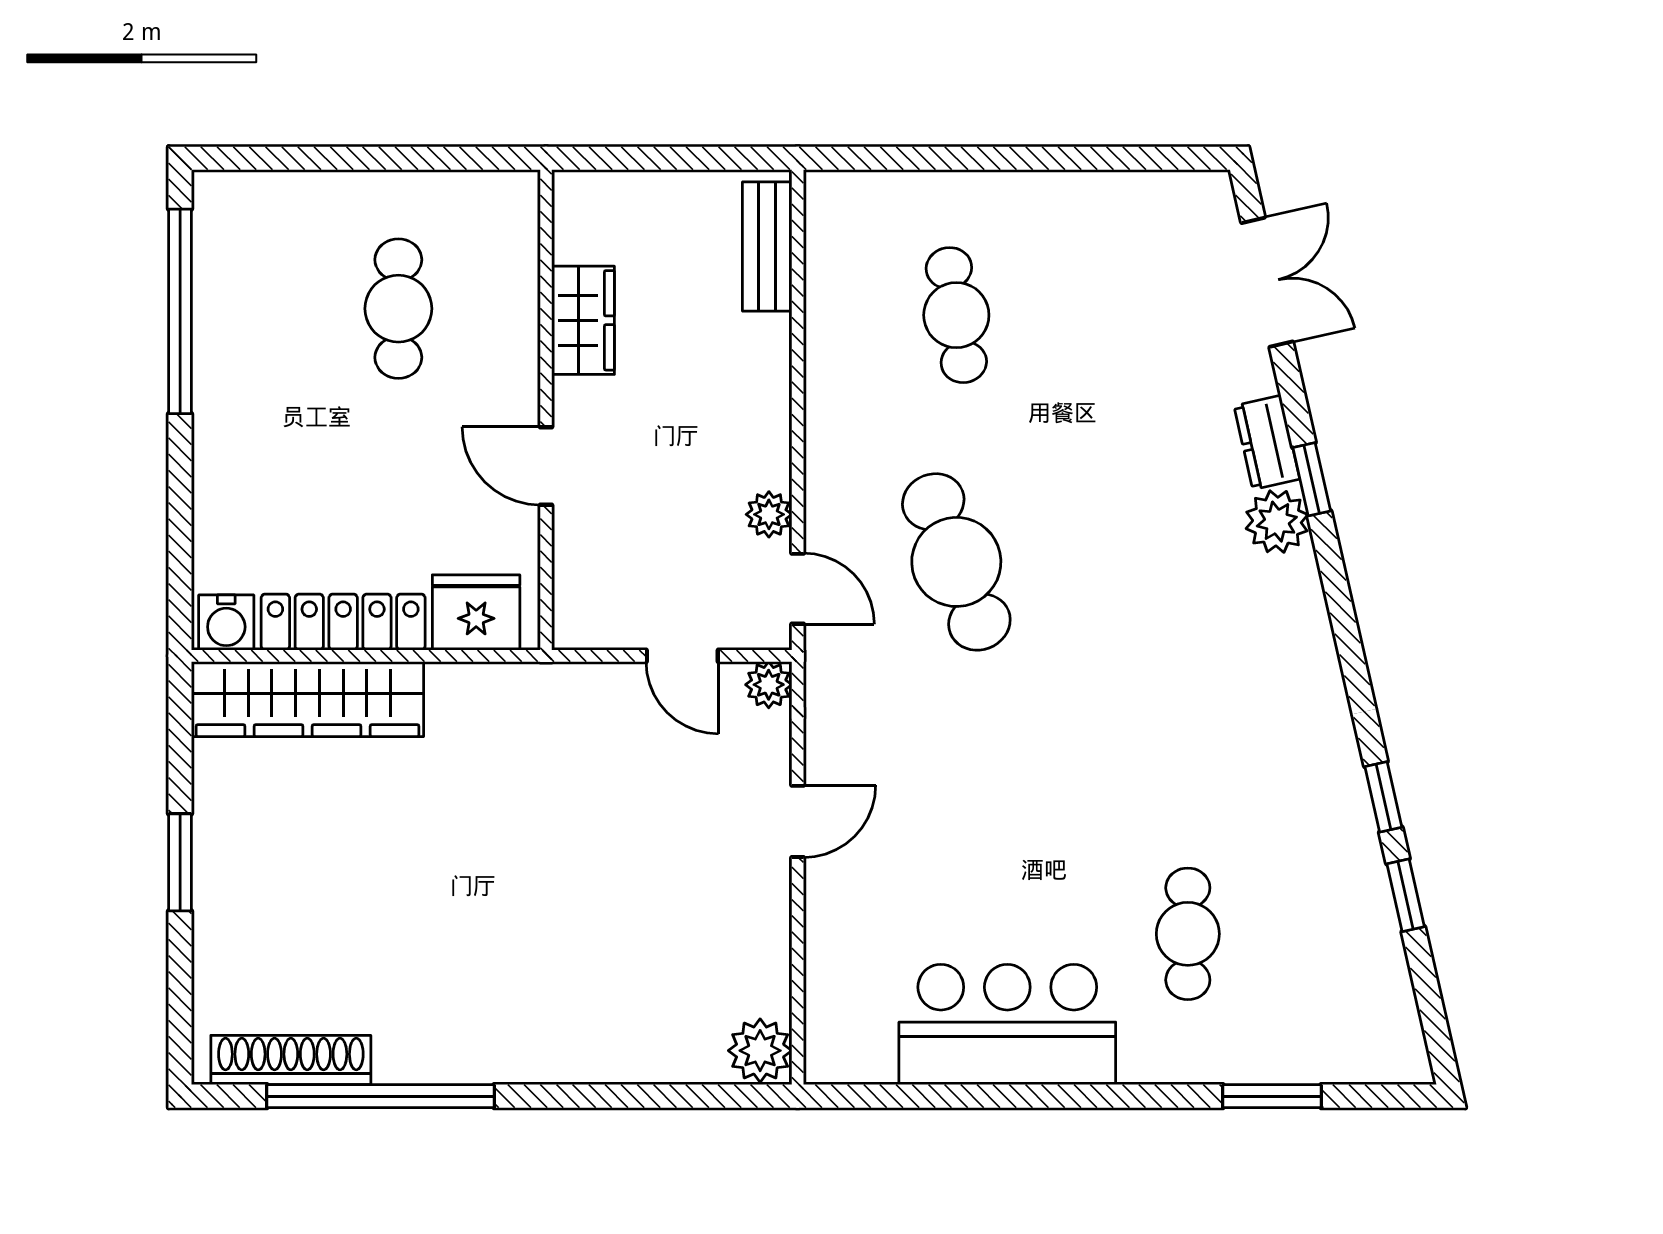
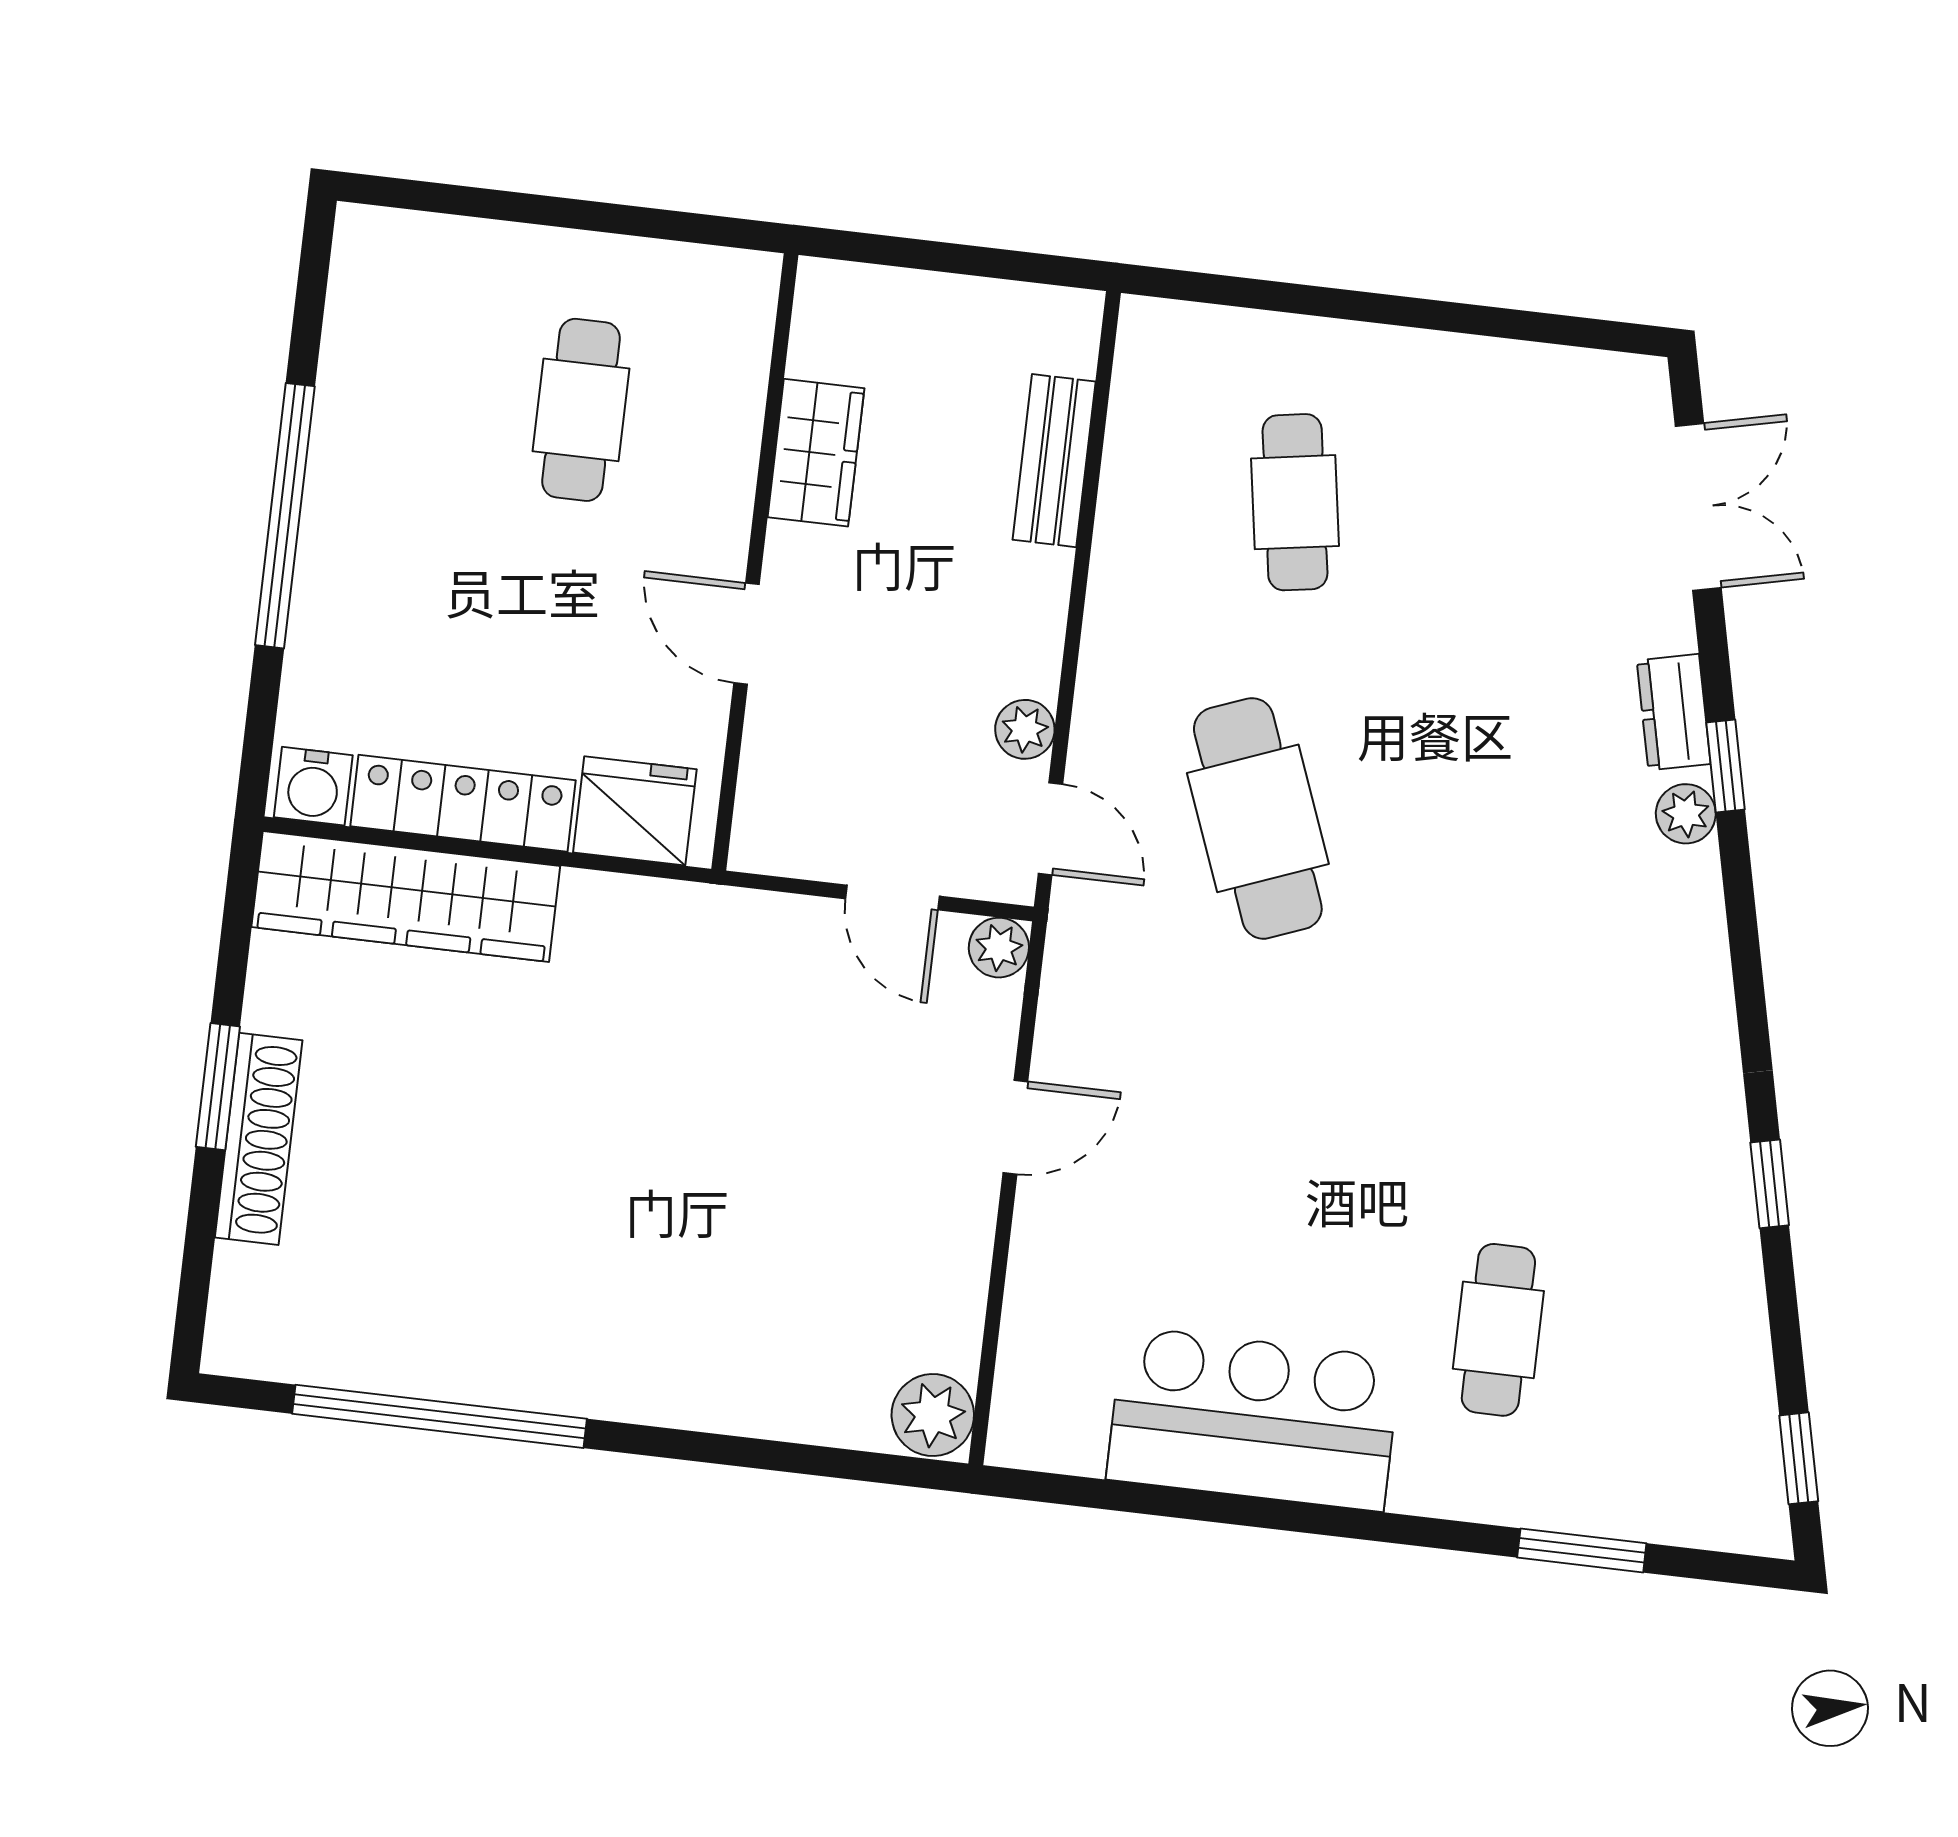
bench: (767, 247) -> (1054, 461), moved
window: (180, 311) -> (285, 516), moved
plant: (1277, 522) -> (1686, 814), width x0.73, depth x0.73
window: (1406, 895) -> (1799, 1458), moved
shoe rack: (291, 1060) -> (259, 1139), moved, turned 90

